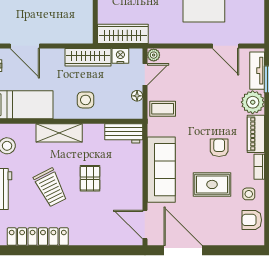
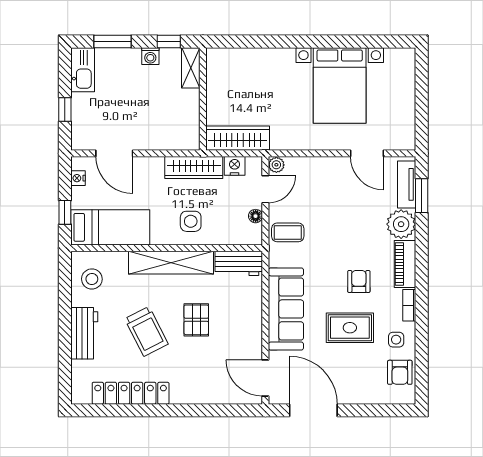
shelving: (59, 133) -> (171, 263), width x1.47
armchair: (252, 220) -> (400, 372), turned -90

